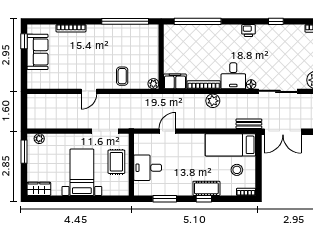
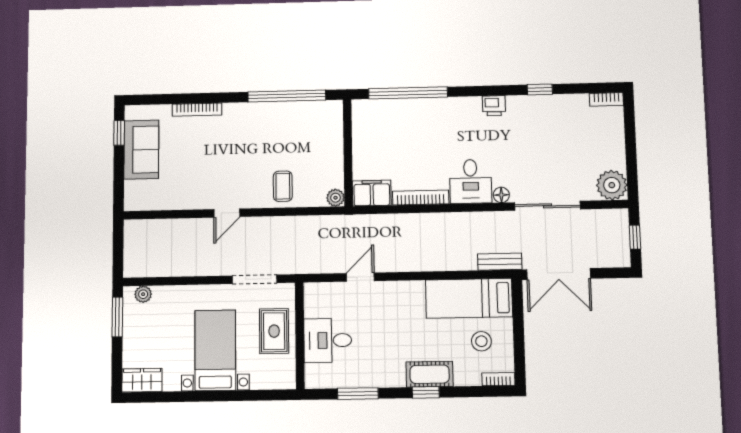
plant: (213, 101) -> (437, 224), removed

